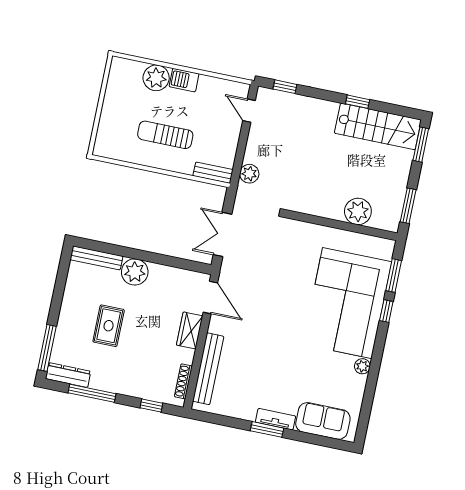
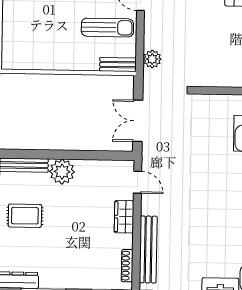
sun lounger: (165, 135) -> (107, 28), moved, turned 180
door: (210, 298) -> (138, 182), width x0.73
rug: (109, 326) -> (25, 216), moved, turned 90

